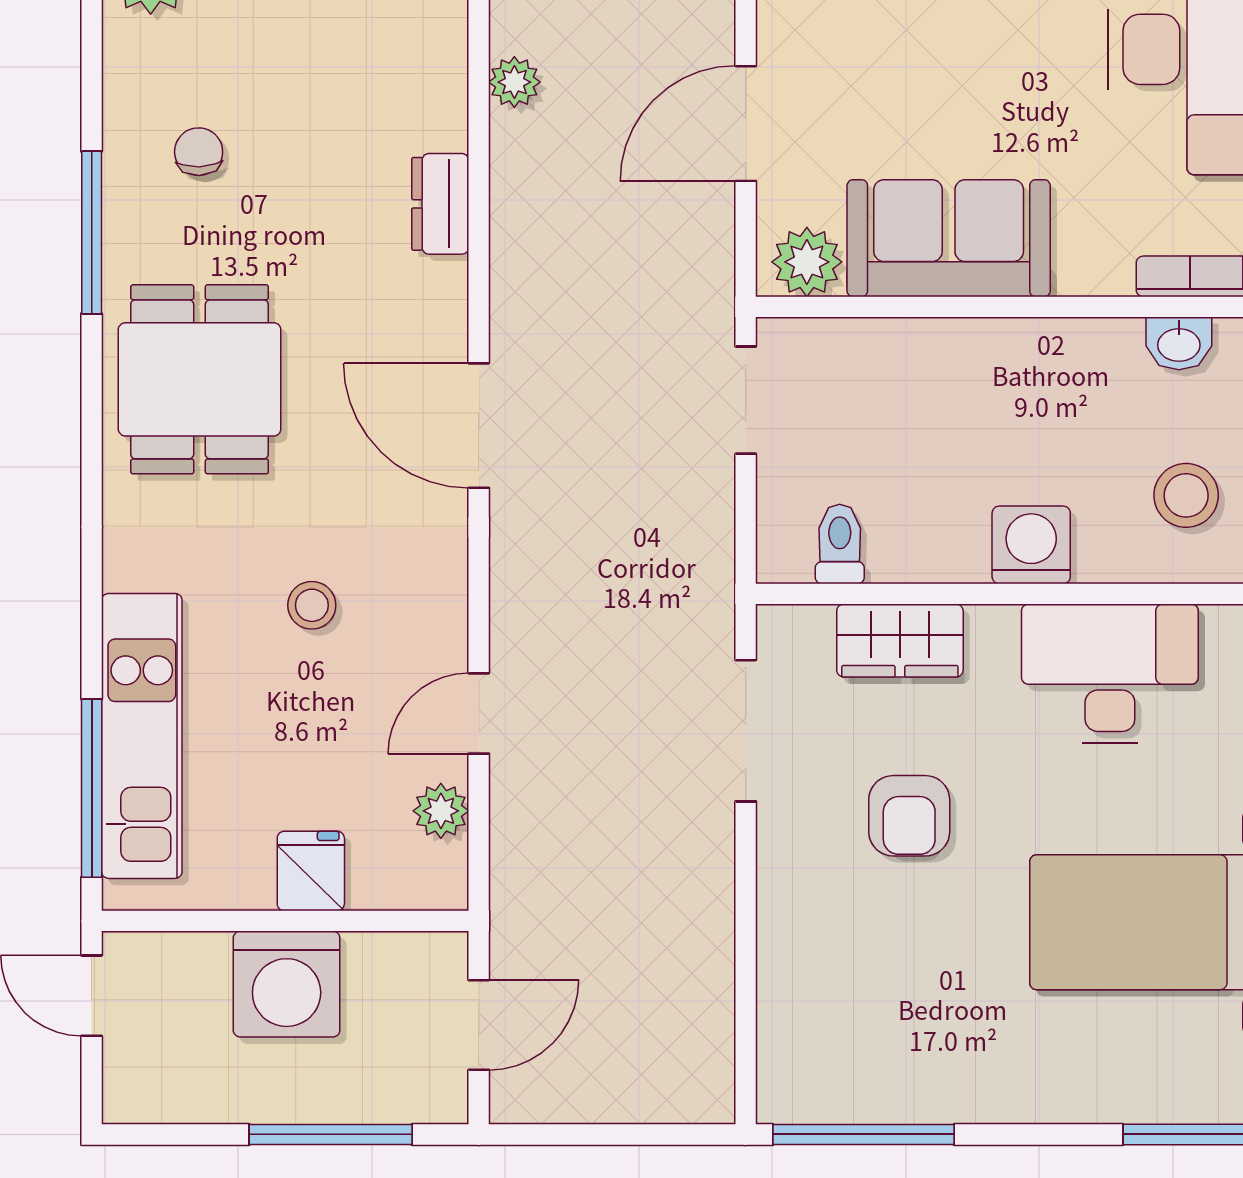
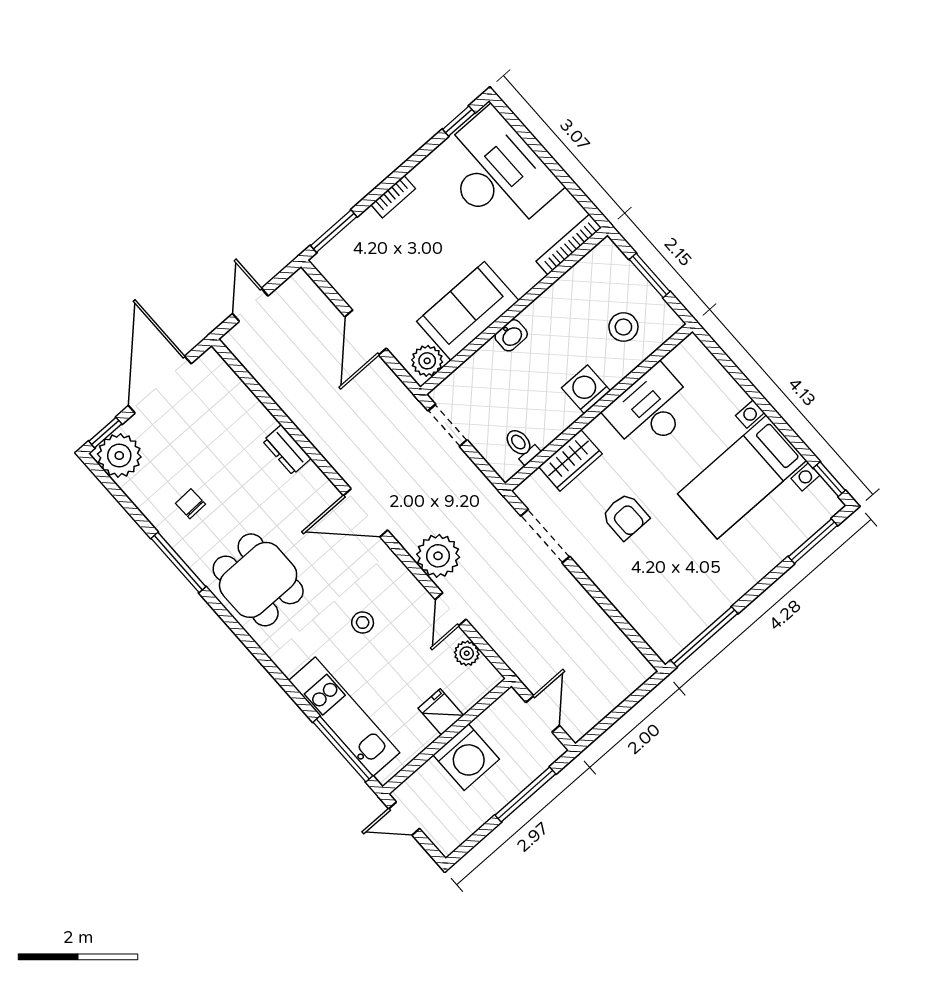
plant: (514, 82) -> (438, 556), moved, width x1.88, depth x1.88
washbasin: (1179, 343) -> (511, 335), moved

